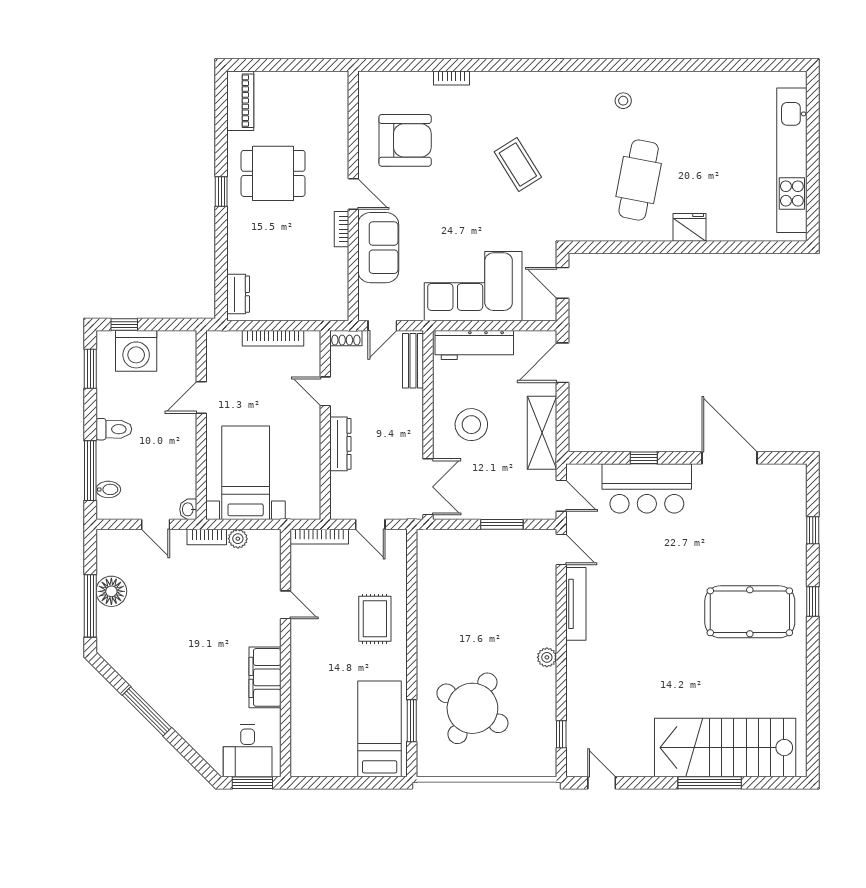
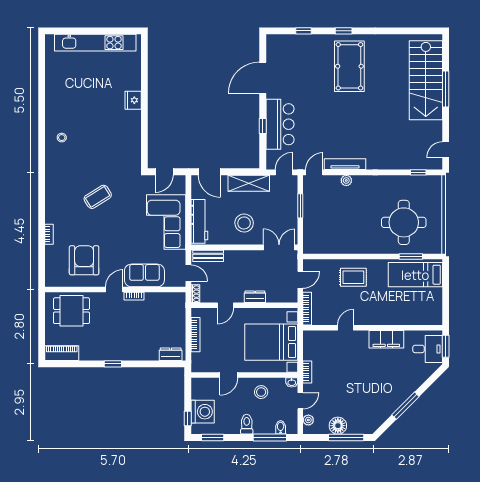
dining table: (273, 173) -> (71, 311), moved, turned 90
cafe table: (639, 180) -> (106, 129), removed
door: (201, 398) -> (229, 375), hinge flipped
dresser: (340, 444) -> (255, 297), width x0.70
stool: (171, 455) -> (261, 392), added
bed with nightstands: (246, 473) -> (271, 342), width x1.36
plant: (238, 539) -> (308, 420), moved
plant: (547, 657) -> (346, 180), moved
round table: (472, 708) -> (404, 222), turned -30

